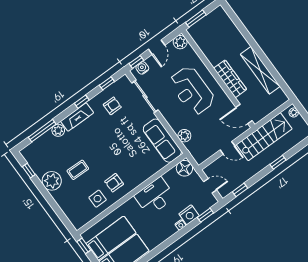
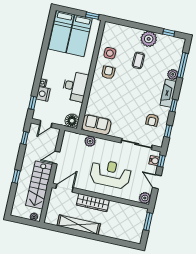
sofa: (162, 141) -> (96, 125), width x0.73

